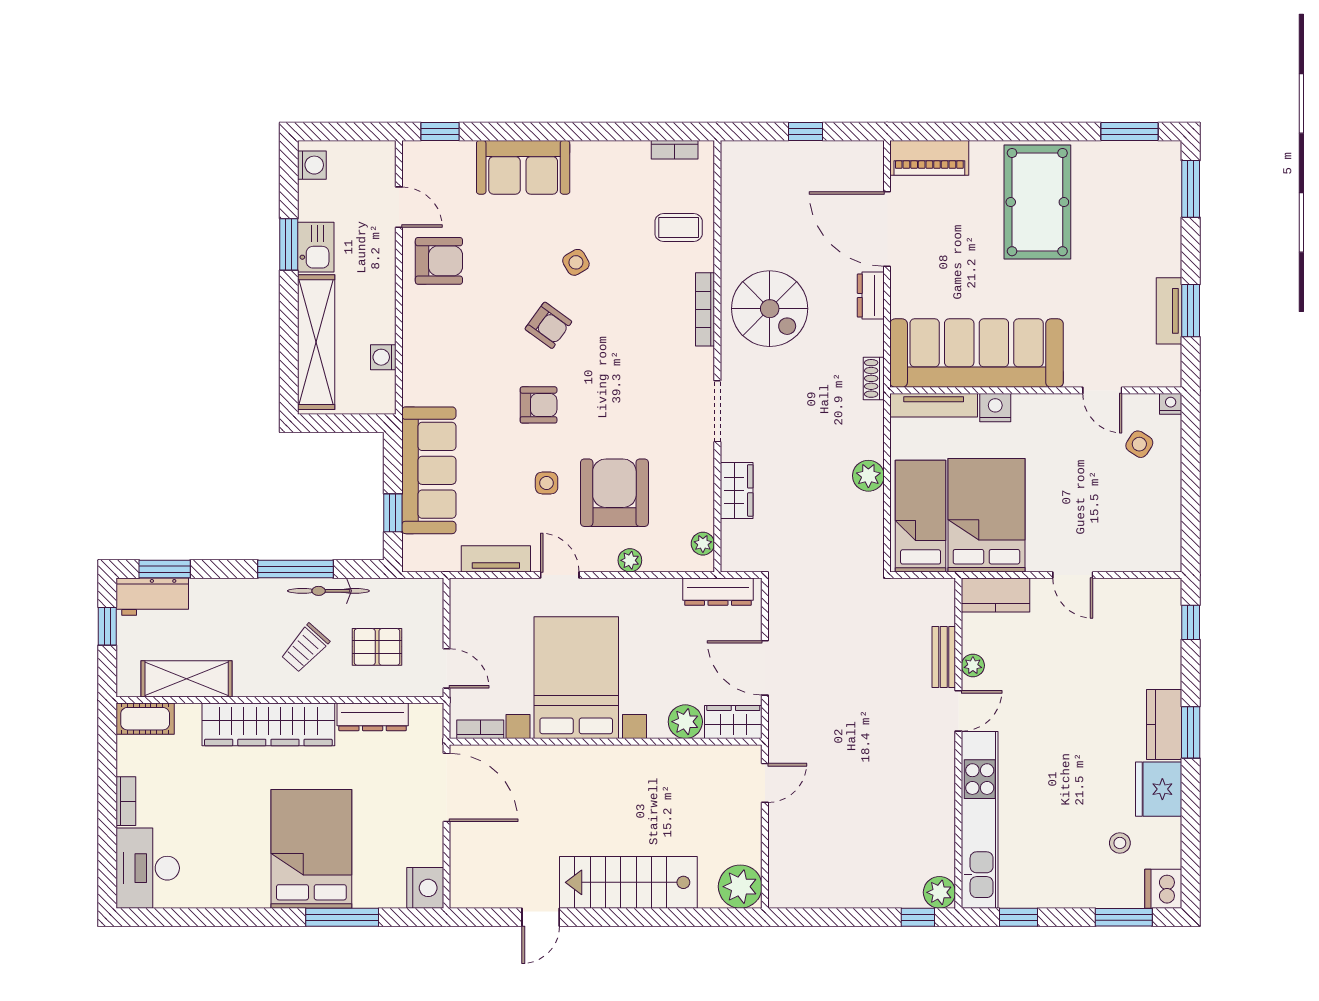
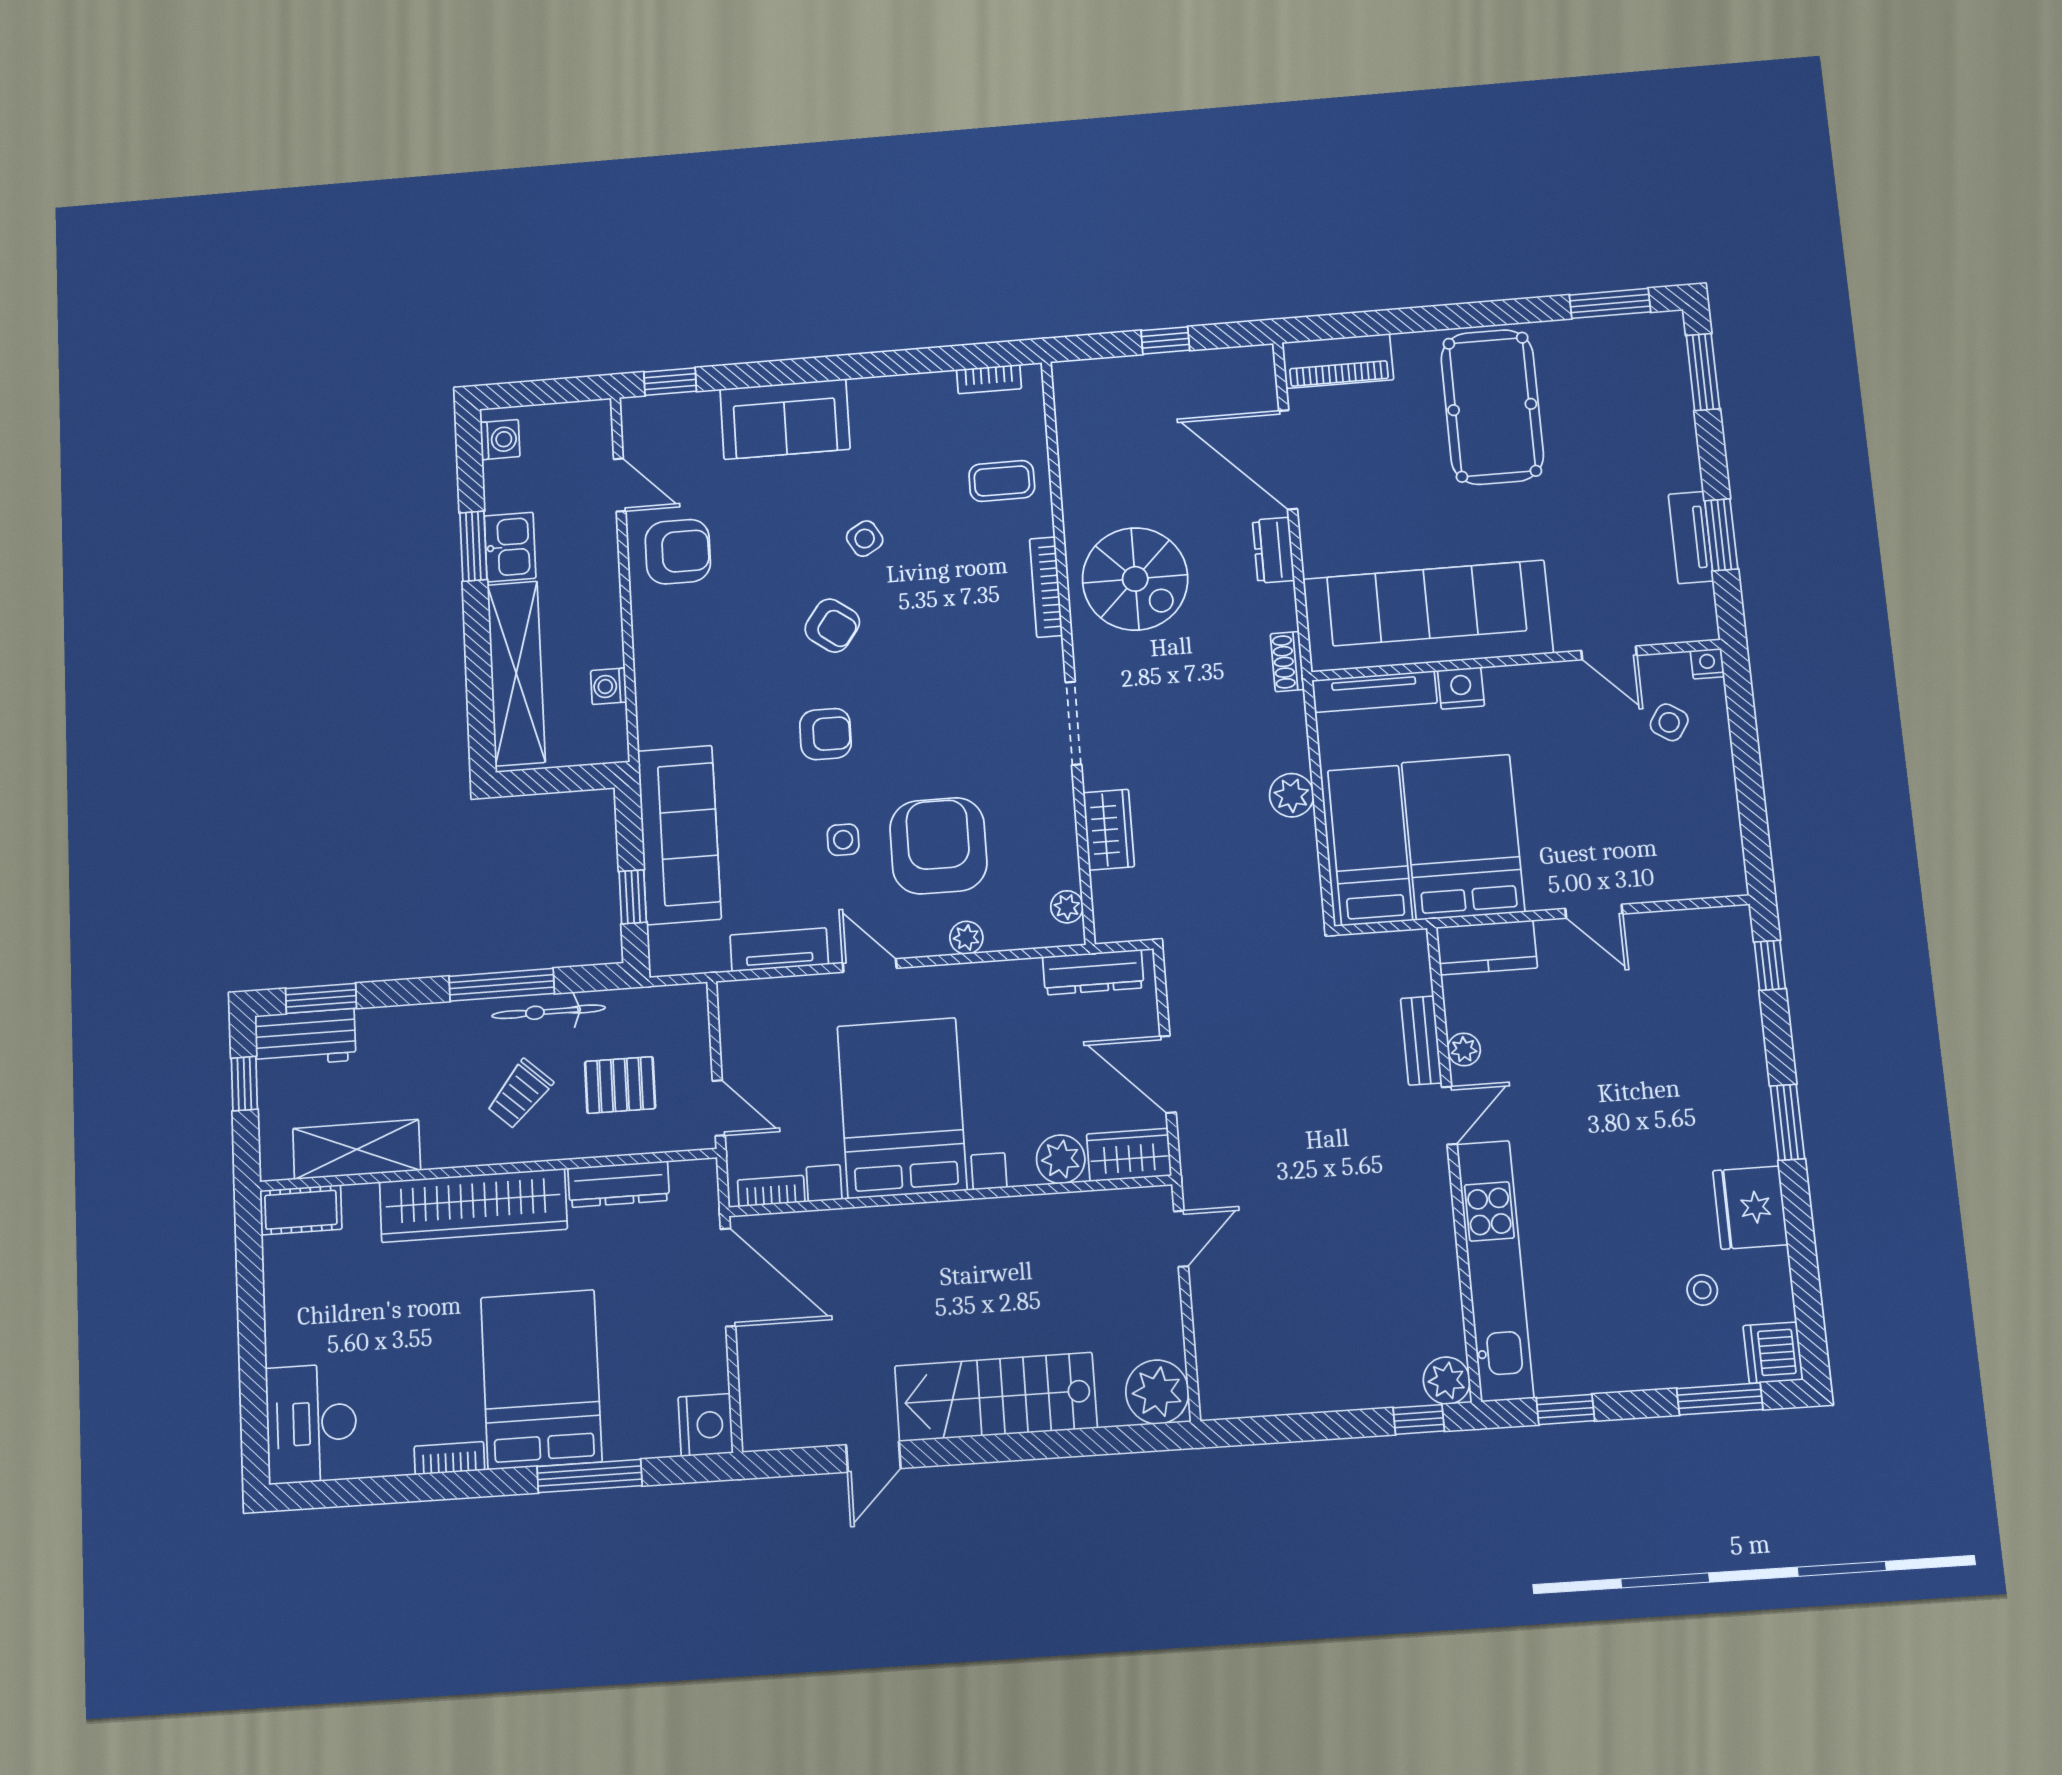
kitchen counter: (1164, 725) -> (1748, 1114), removed
bookcase: (126, 801) -> (449, 1458), moved, turned -90

